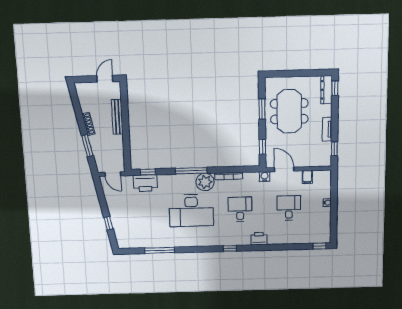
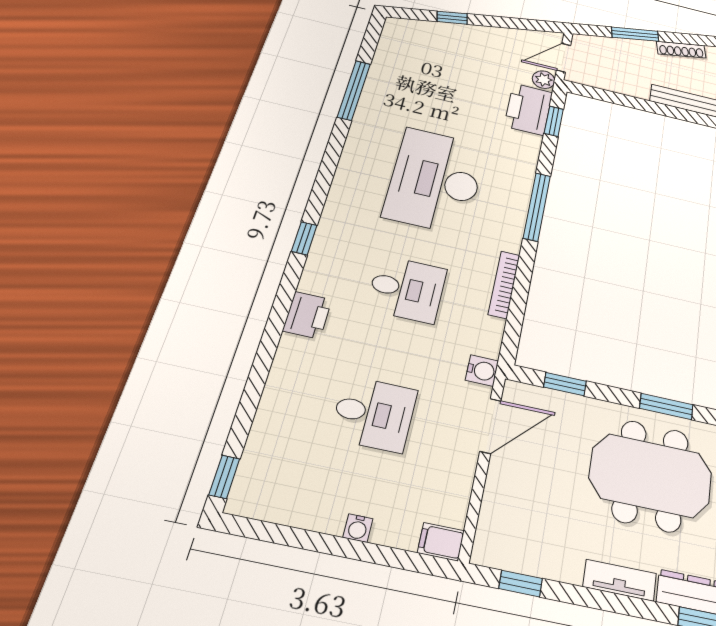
tv unit: (327, 129) -> (620, 580), moved
filing cabinet: (307, 177) -> (441, 542), moved
plant: (205, 182) -> (544, 80), moved, width x0.53, depth x0.53

